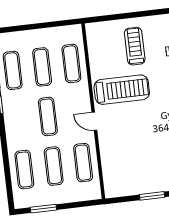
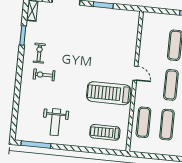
treadmill: (135, 46) -> (105, 132), moved, turned 90
exercise mat: (83, 163) -> (151, 43), removed

